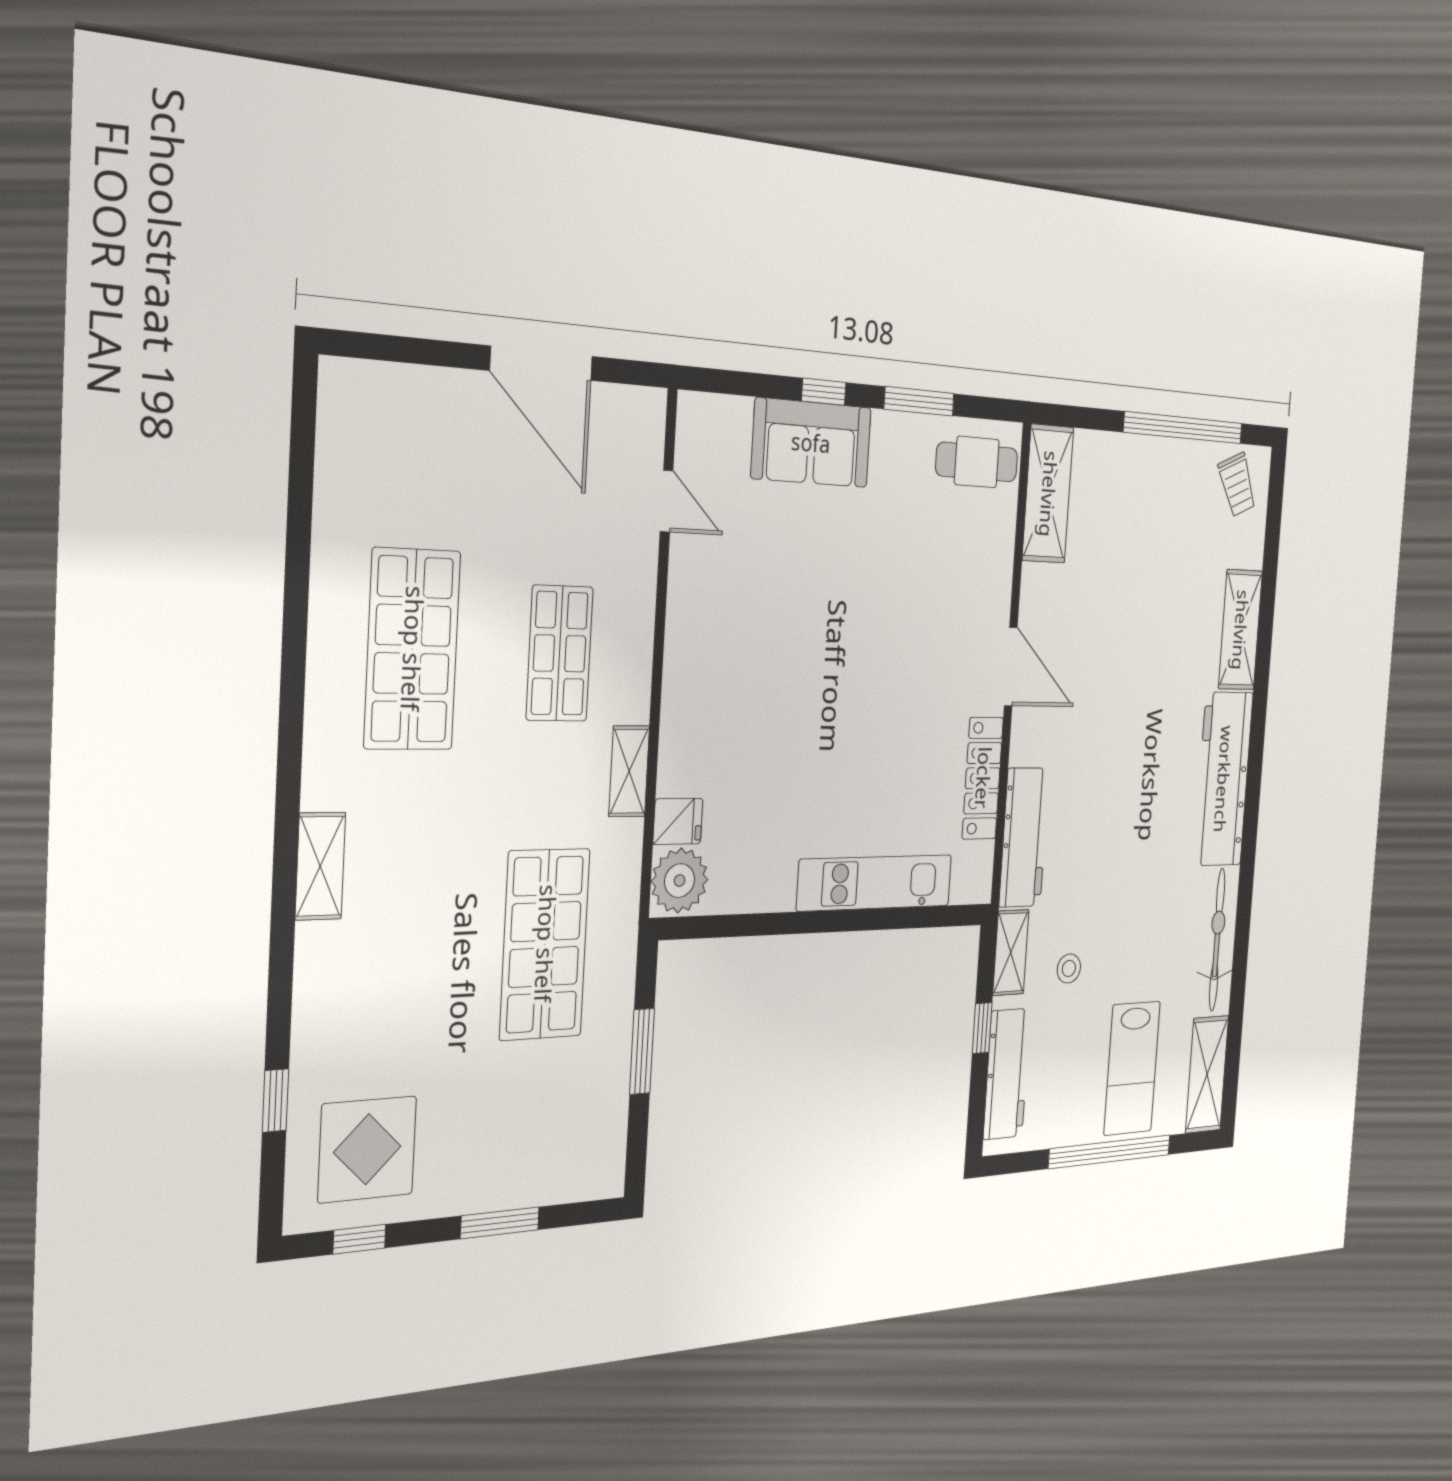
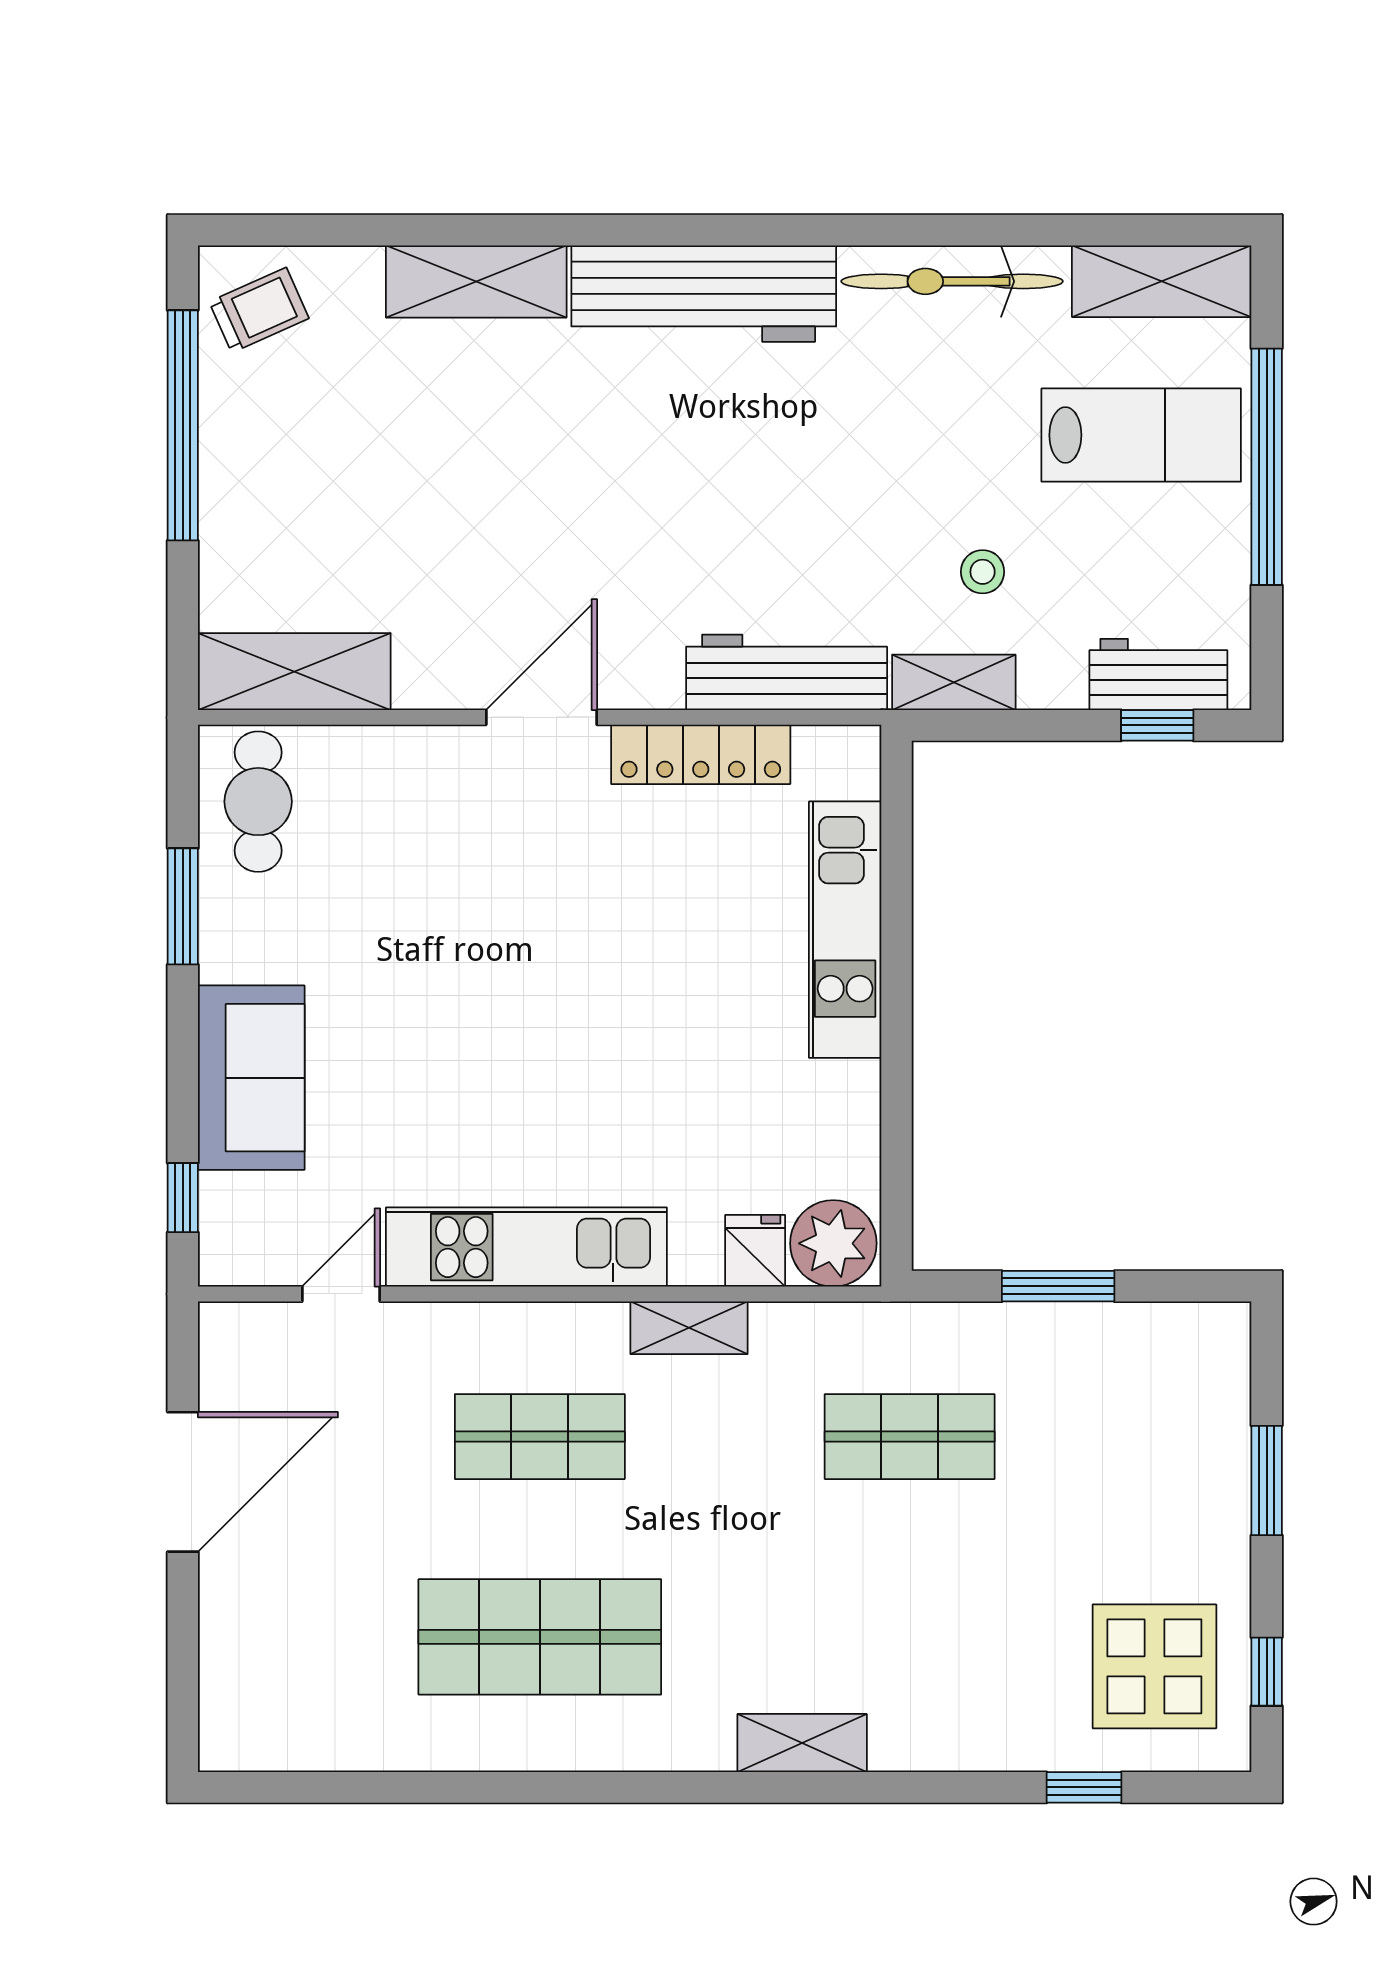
window: (824, 392) -> (183, 1198), moved
kitchen unit: (690, 647) -> (526, 1247), added
shop shelf: (545, 944) -> (910, 1437), width x0.70, depth x0.74
window: (982, 1028) -> (1157, 725), moved
workbench: (1007, 1074) -> (1158, 674), width x0.73

